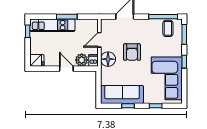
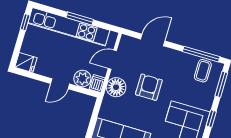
kitchen unit: (52, 25) -> (69, 27), width x1.36
armchair: (132, 52) -> (149, 87), turned 180
door: (66, 69) -> (60, 84), swing flipped

